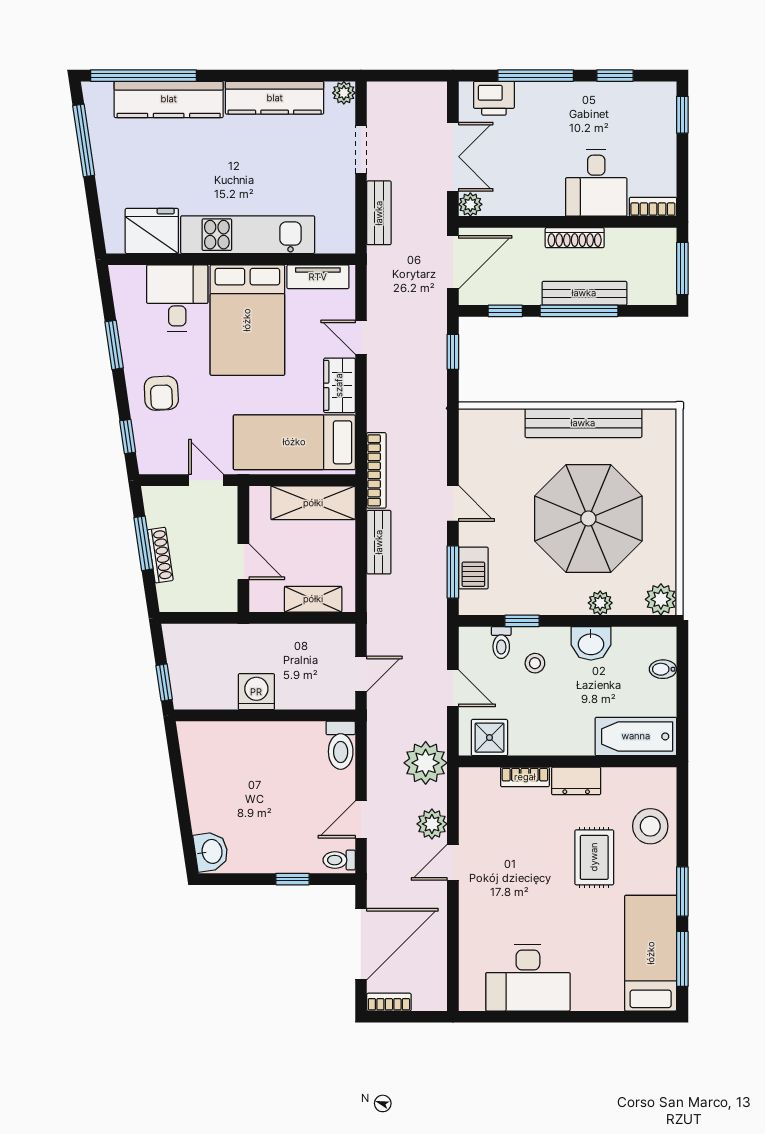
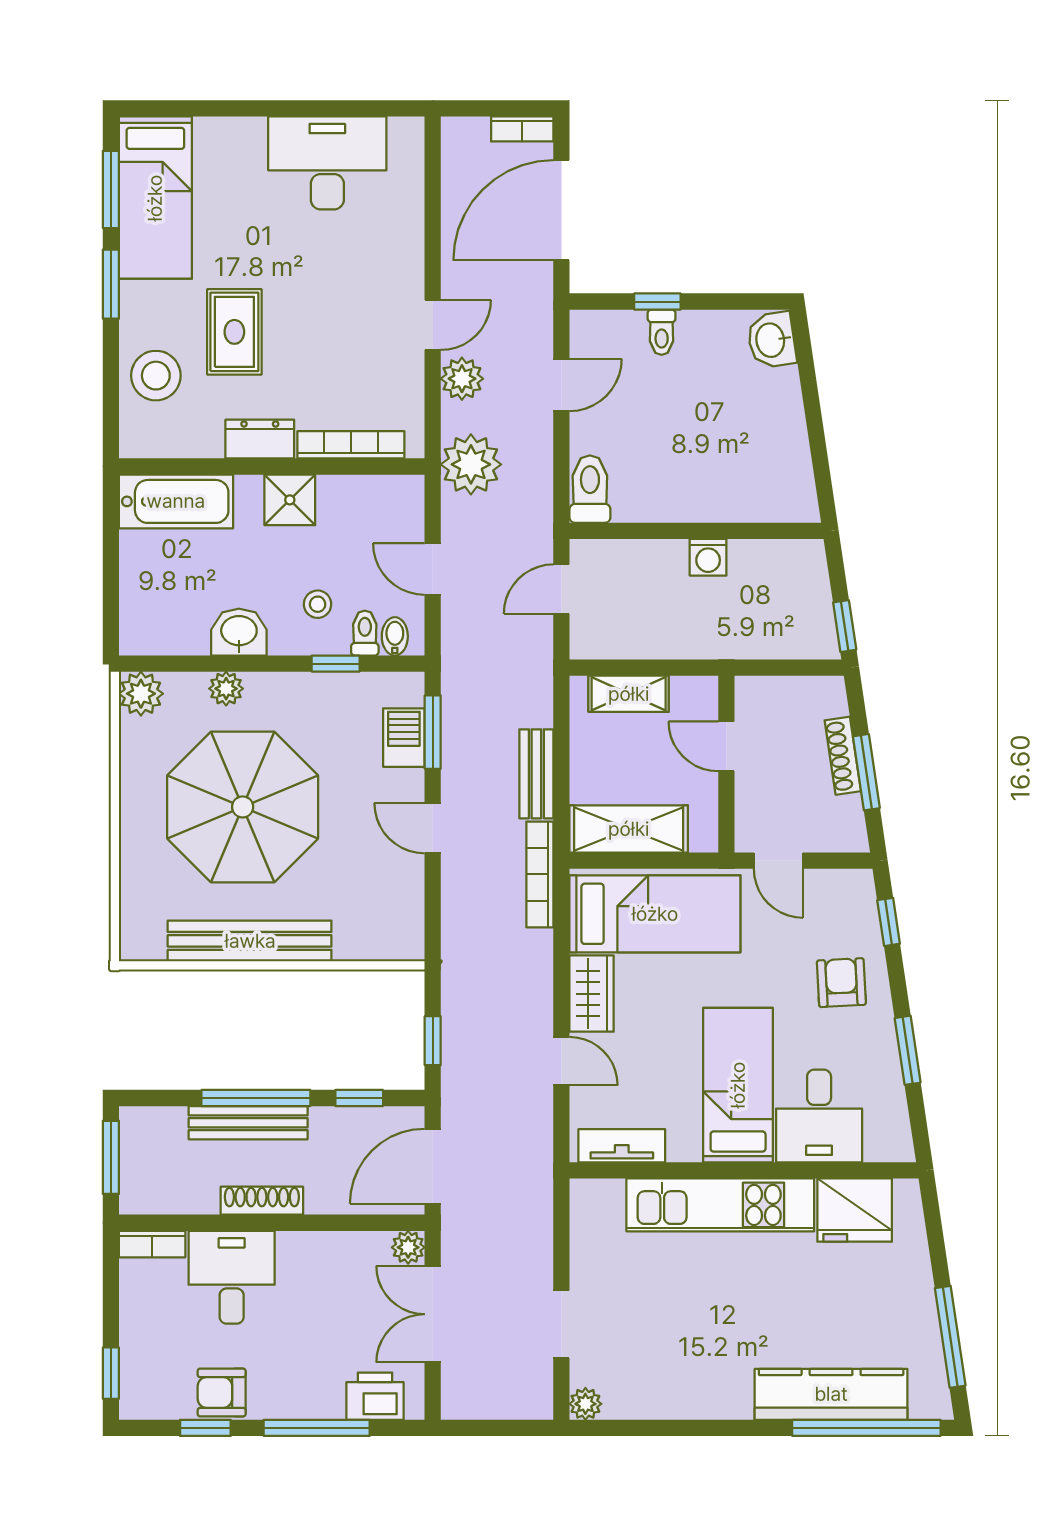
kitchen counter: (275, 98) -> (683, 1397), removed
armchair: (603, 101) -> (222, 1392), added
bench: (379, 213) -> (536, 1236), removed
bed: (247, 320) -> (738, 1085), width x0.67
bidet: (663, 669) -> (395, 636), moved, turned -90
window: (164, 683) -> (845, 626), moved
washing machine: (256, 692) -> (708, 557), width x0.73, depth x0.73
shower: (489, 738) -> (290, 500), moved
bookcase: (525, 777) -> (351, 445), width x1.56
toilet: (339, 860) -> (662, 332), moved, turned 90

